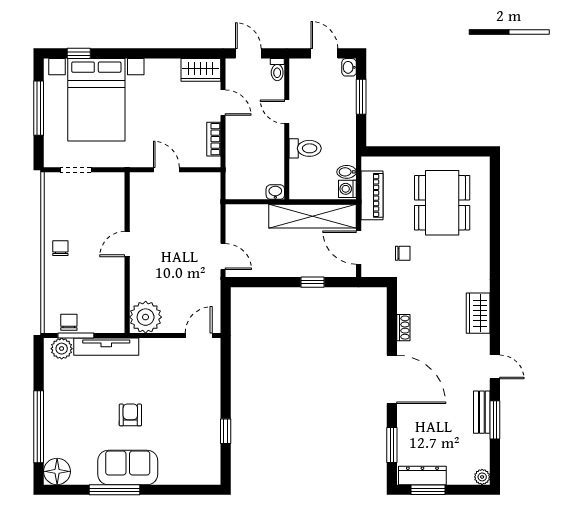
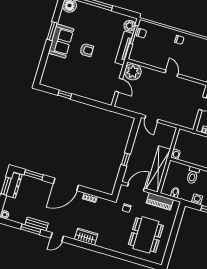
washing machine: (347, 189) -> (197, 199), moved
dining table: (442, 203) -> (146, 235), turned 90
door: (223, 257) -> (151, 119), hinge flipped
door: (199, 335) -> (119, 85), moved
window: (114, 490) -> (52, 31), width x0.69

